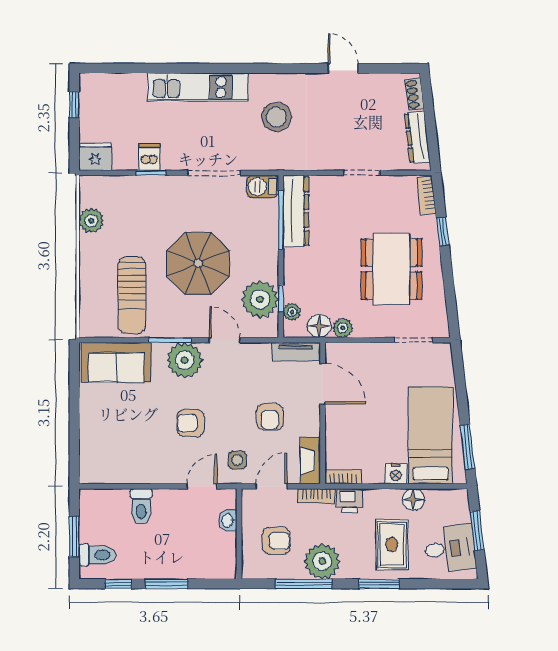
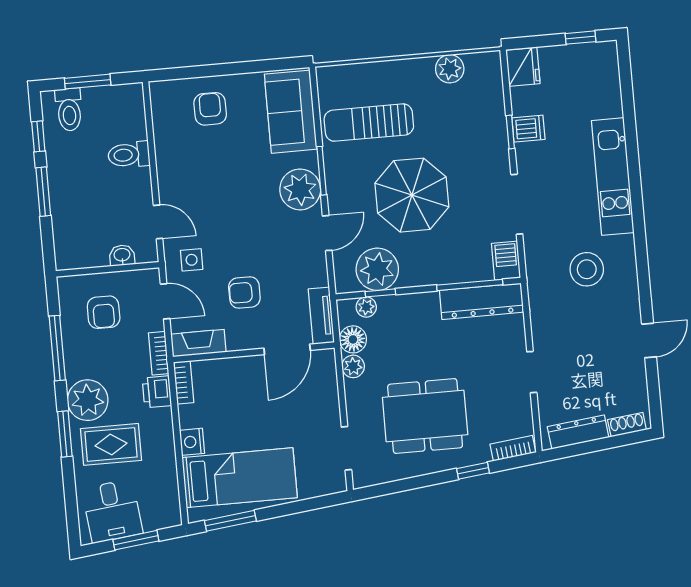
armchair: (191, 423) -> (210, 109), moved
floor lamp: (413, 500) -> (164, 464), removed
plant: (322, 561) -> (88, 400), moved

